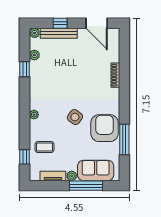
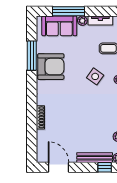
window: (60, 23) -> (105, 167), moved
side table: (75, 117) -> (95, 76), moved
armchair: (105, 128) -> (51, 67), turned -90

